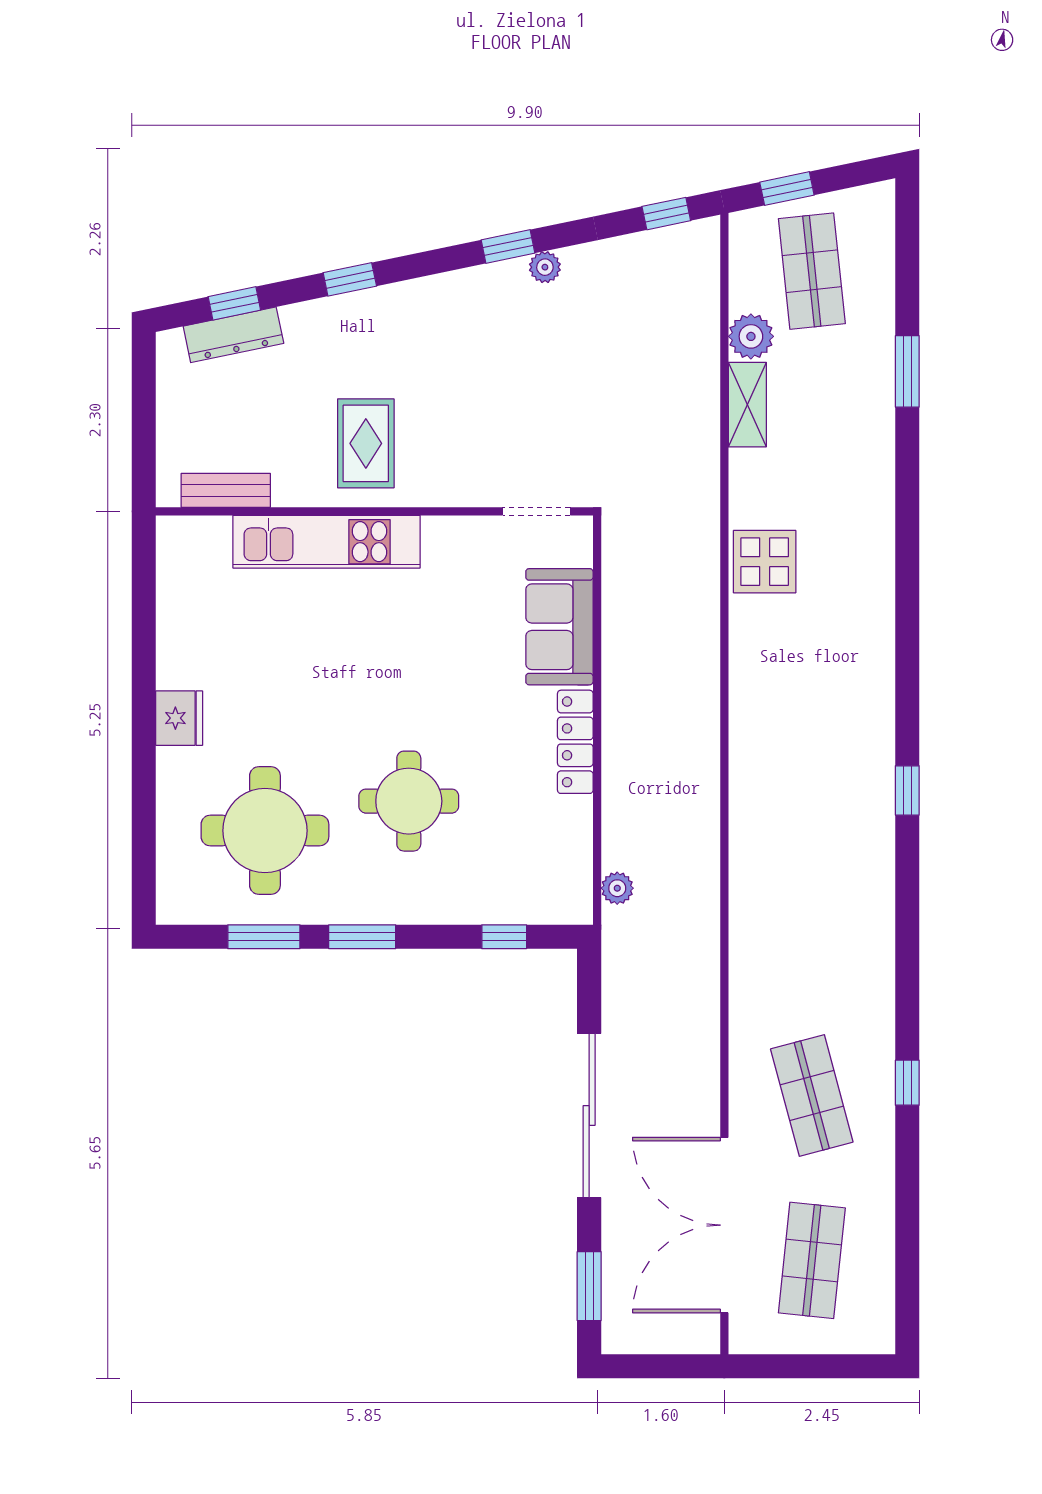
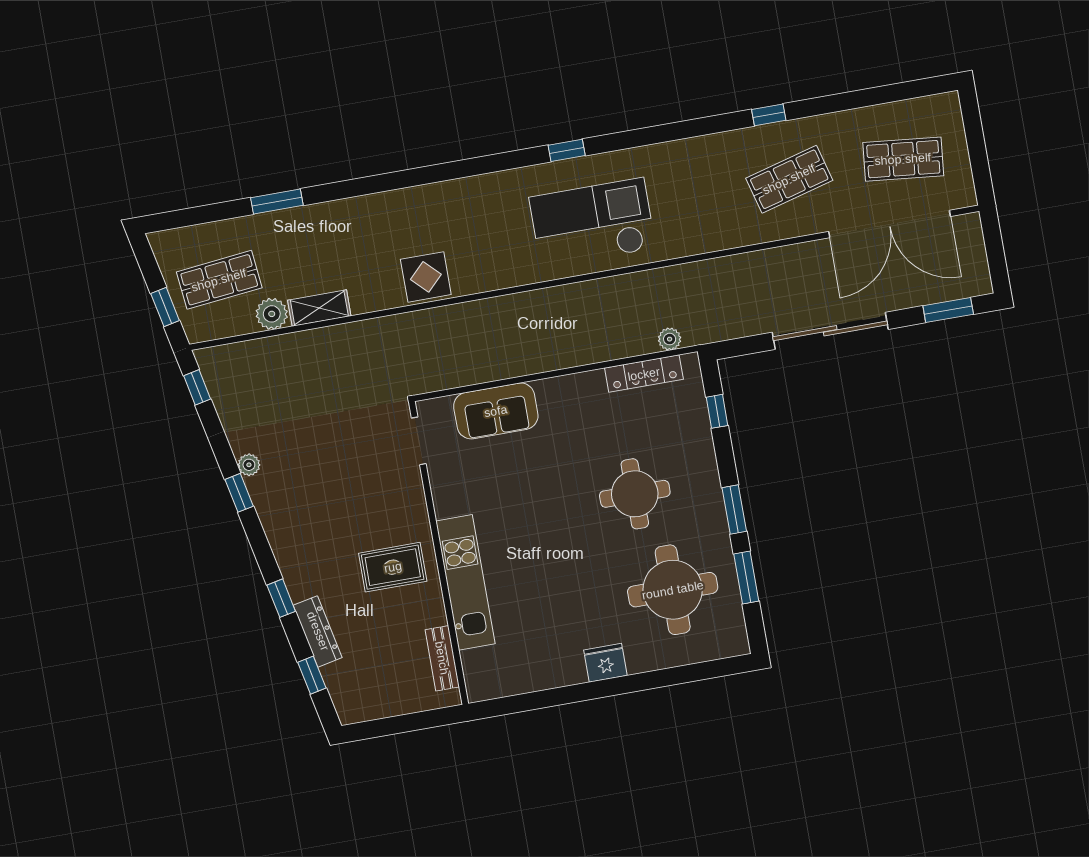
dresser: (233, 335) -> (318, 631), moved
locker: (575, 742) -> (644, 374), moved
checkout: (799, 809) -> (592, 223), added

